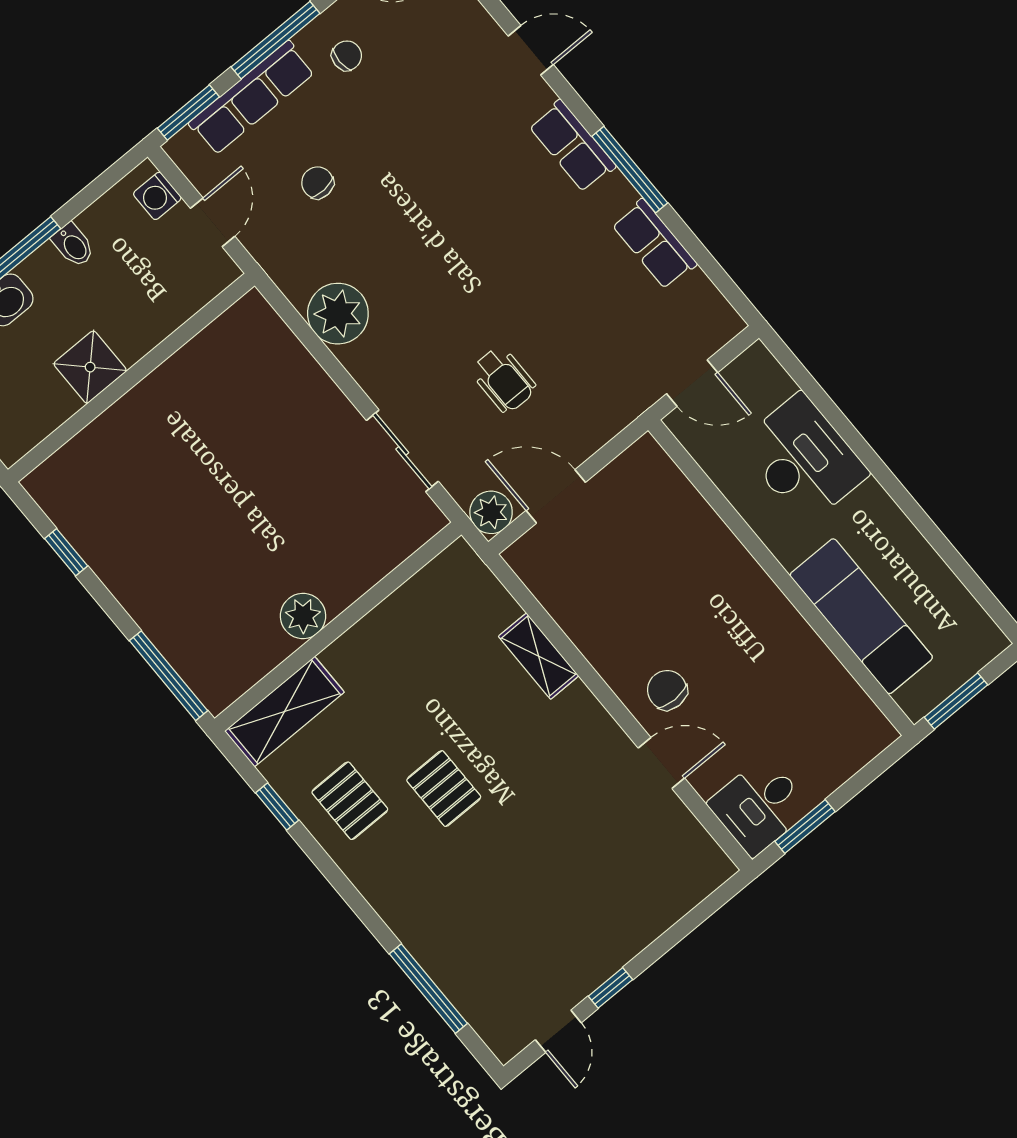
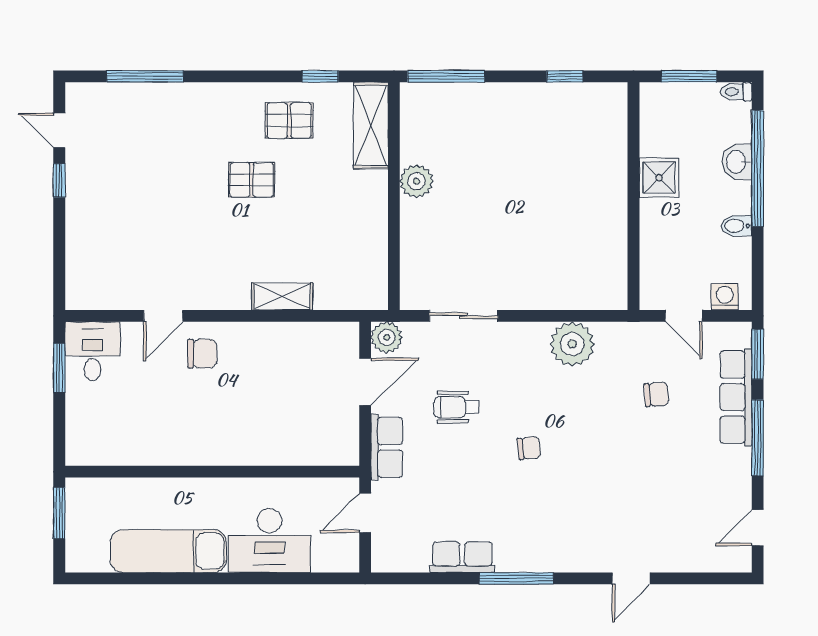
chair: (347, 56) -> (529, 448), moved, turned -96
row of seats: (572, 146) -> (387, 447), moved, turned 90
exam couch: (861, 616) -> (168, 551), moved, turned 180

